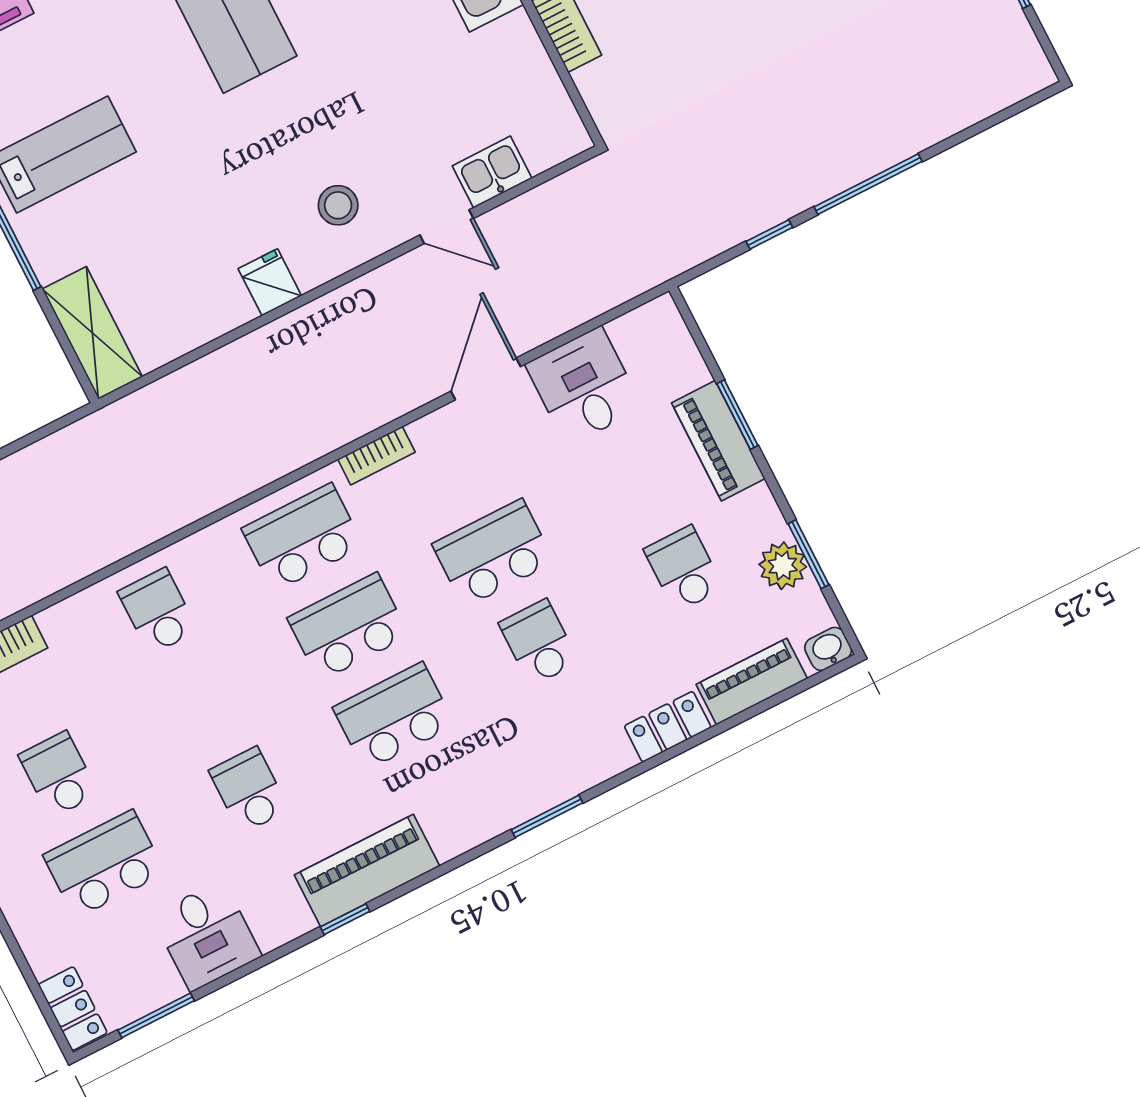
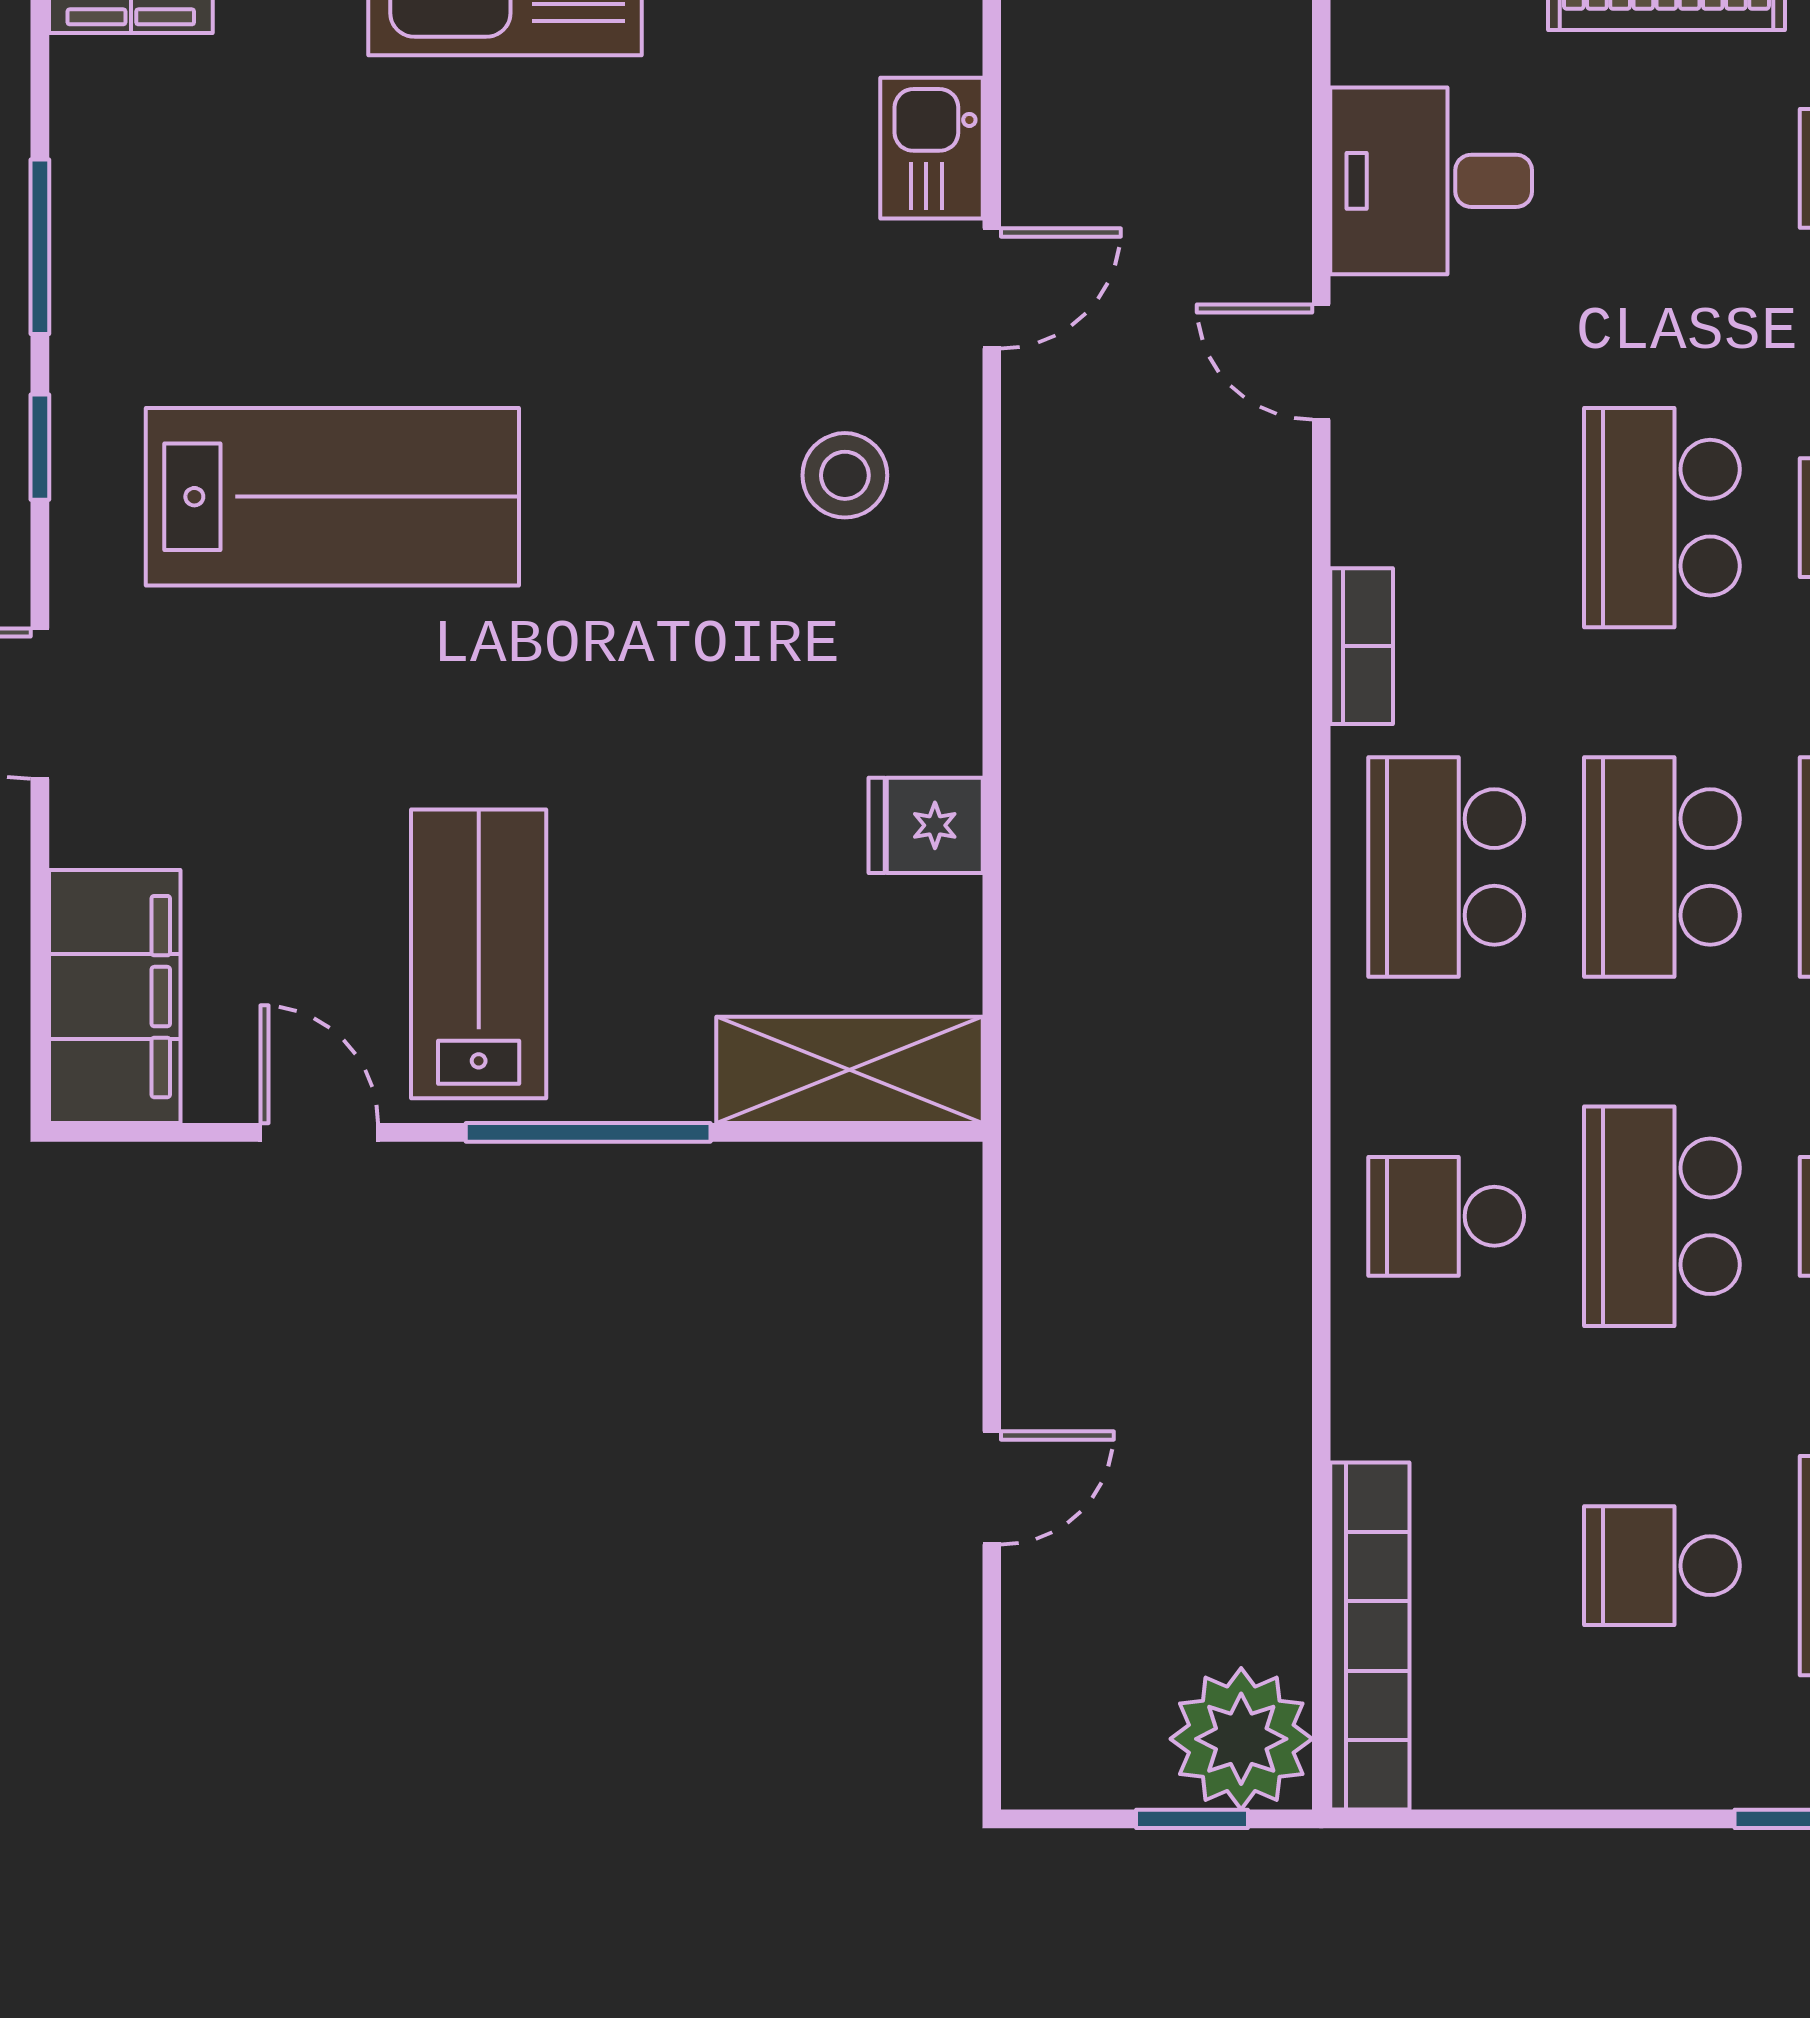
fridge: (270, 282) -> (926, 825), moved
door: (486, 379) -> (1321, 362), width x0.73
school desk: (203, 701) -> (1662, 1216), added

